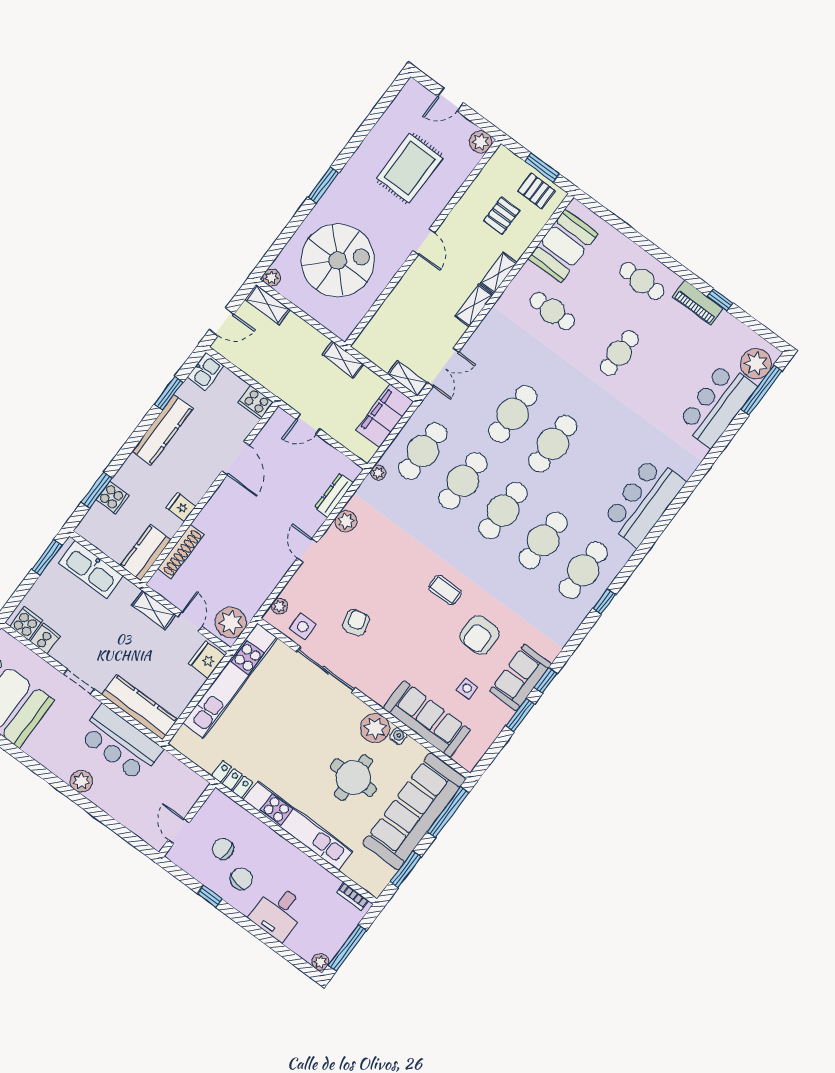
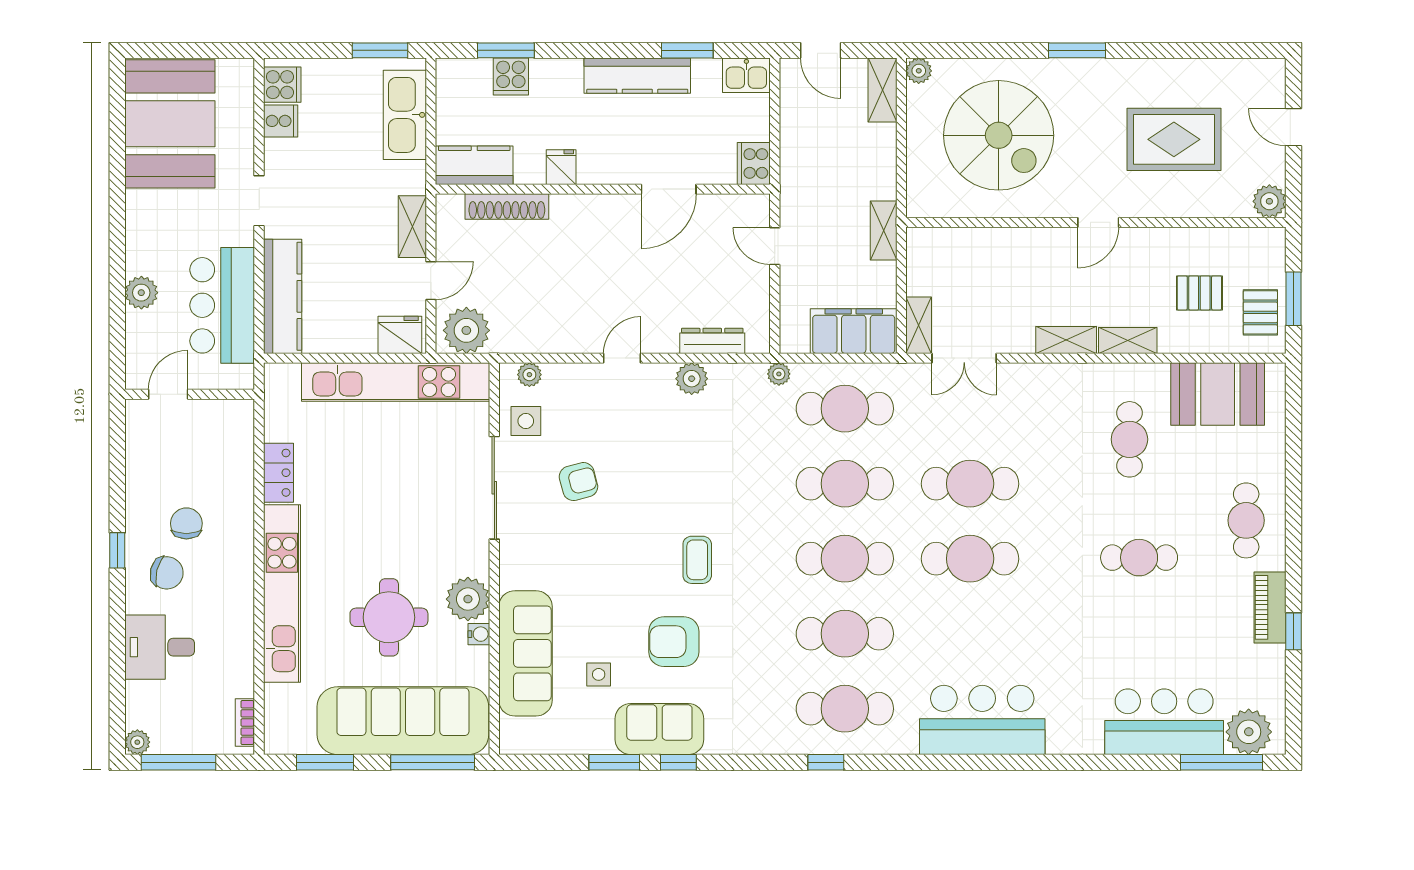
wall: (187, 820) -> (190, 394), moved
door: (179, 831) -> (168, 394), moved

